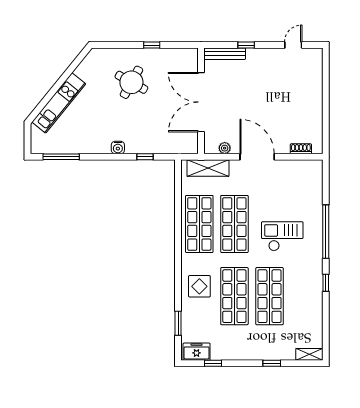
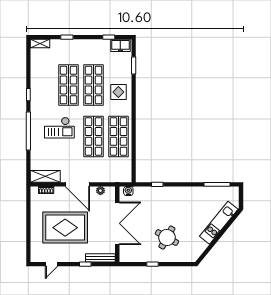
rug: (274, 96) -> (65, 228), added
water cooler: (118, 148) -> (128, 191), moved
shelving: (208, 168) -> (45, 176), moved

